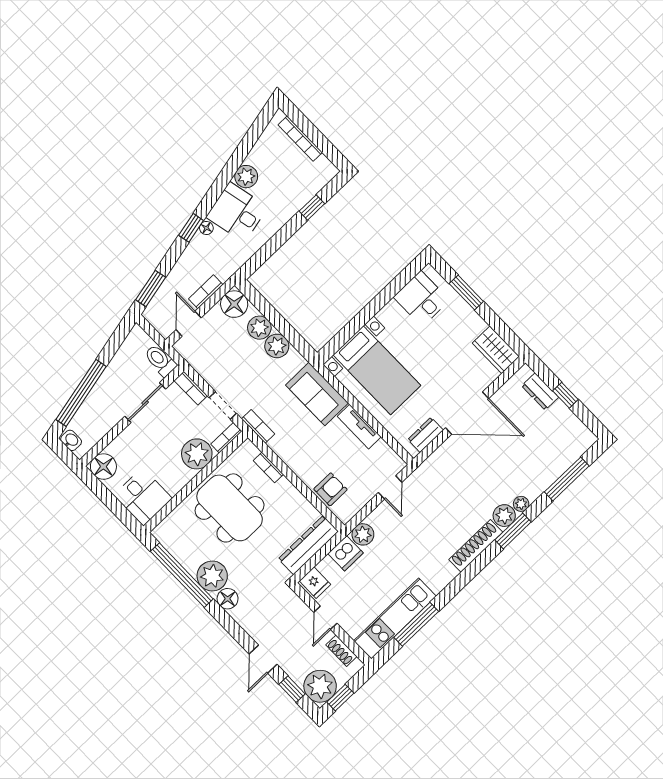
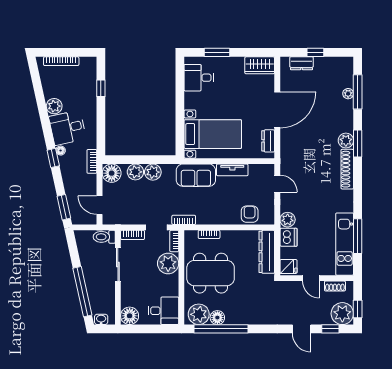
bookcase: (206, 292) -> (92, 161), moved
plant: (521, 504) -> (348, 94), moved
plant: (212, 576) -> (199, 314), moved
floor lamp: (228, 599) -> (217, 318), moved

